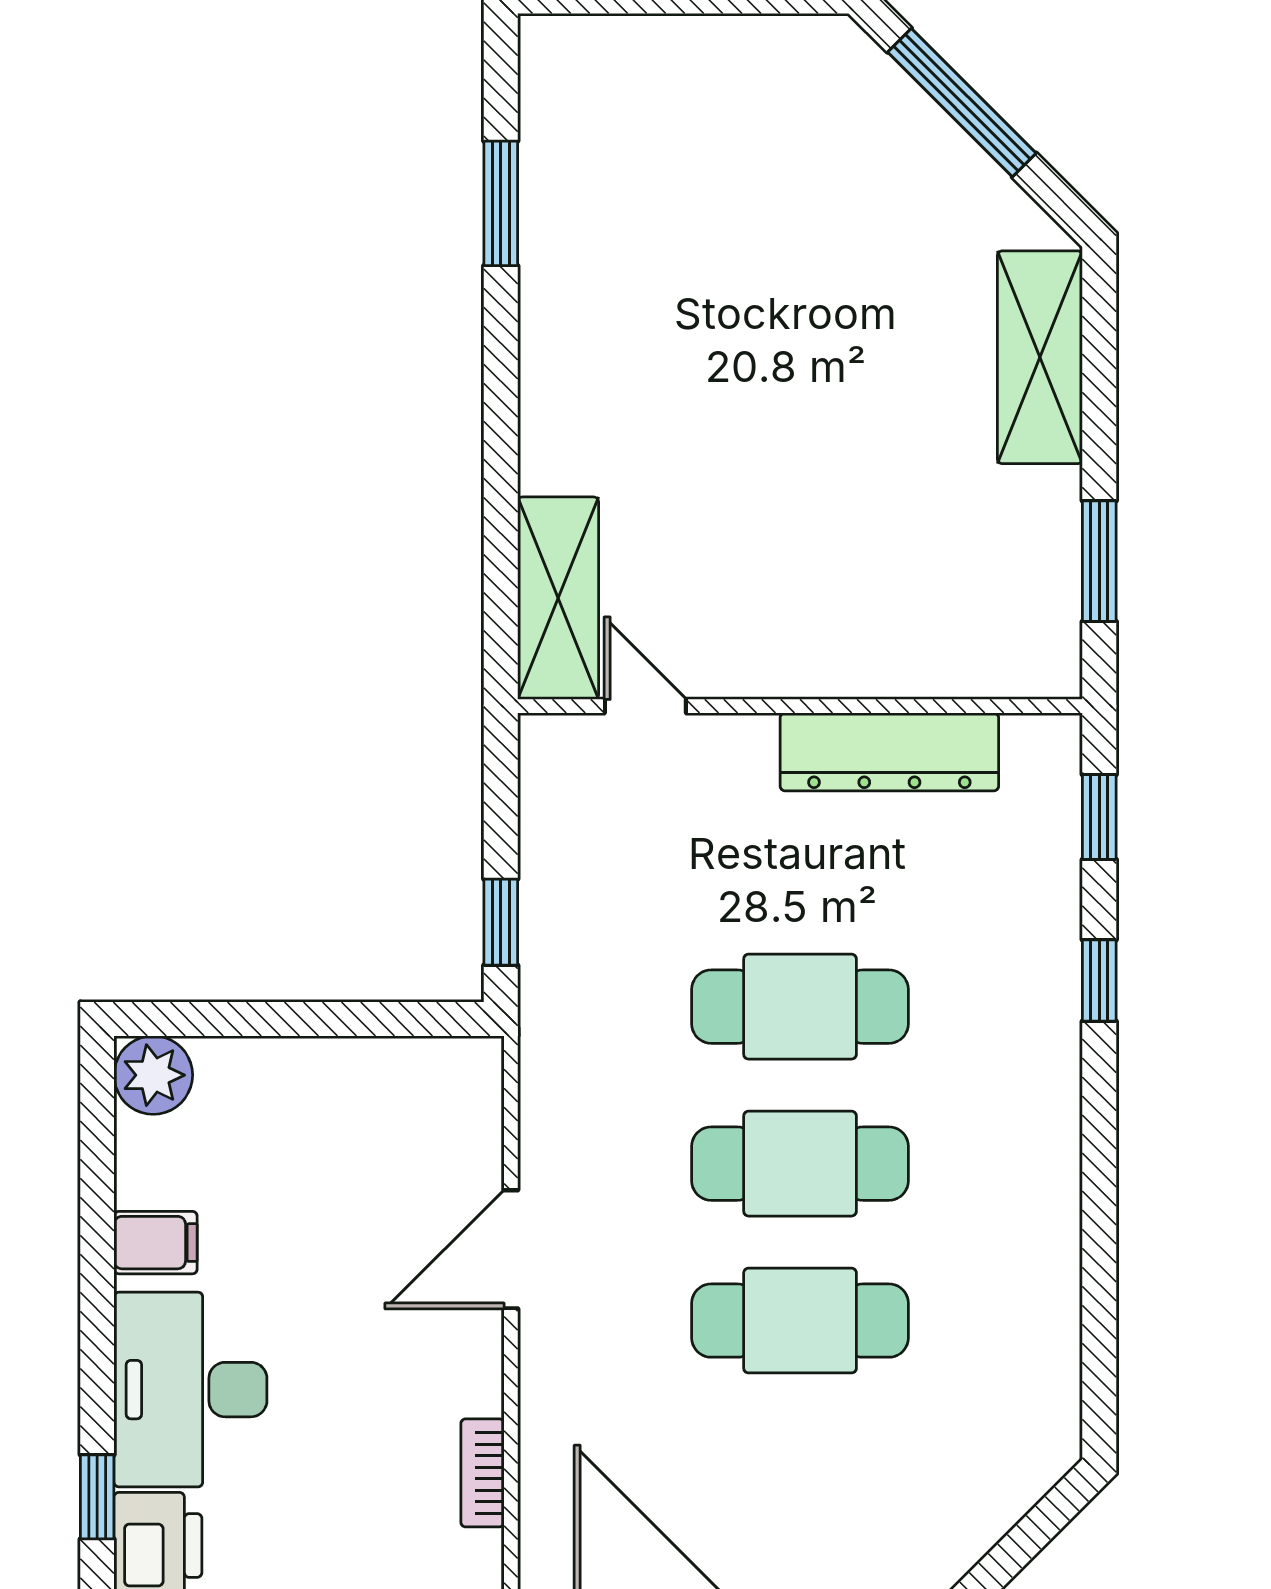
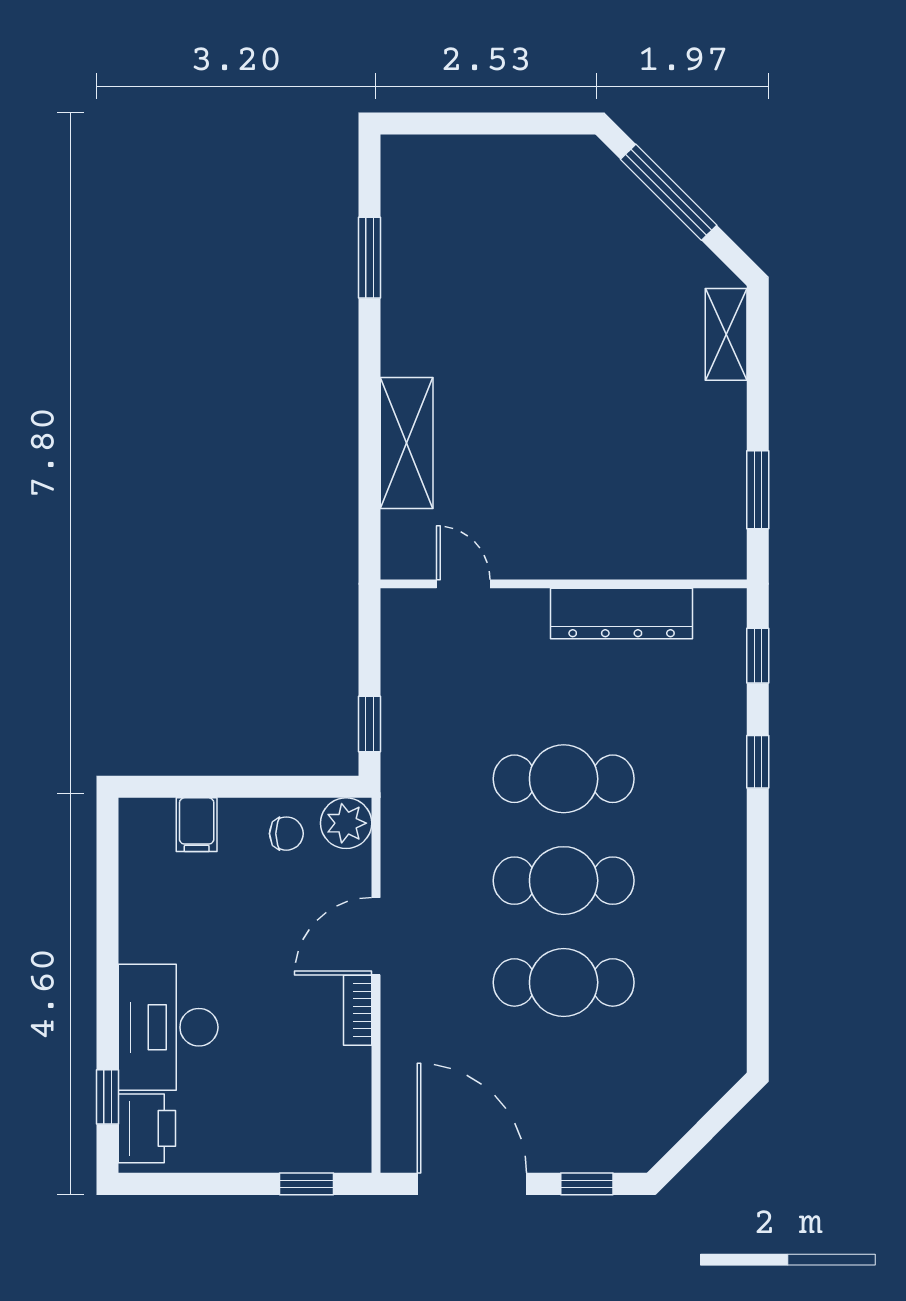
shelving: (1040, 357) -> (726, 334), width x0.67, depth x0.75
shelving: (558, 598) -> (407, 443), moved
plant: (153, 1075) -> (346, 823), moved
chair: (373, 1091) -> (286, 834), added
filing cabinet: (156, 1243) -> (197, 825), moved, turned 90
bookcase: (482, 1473) -> (358, 1010), moved

